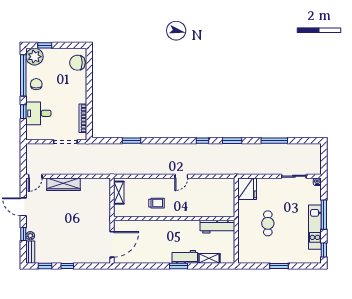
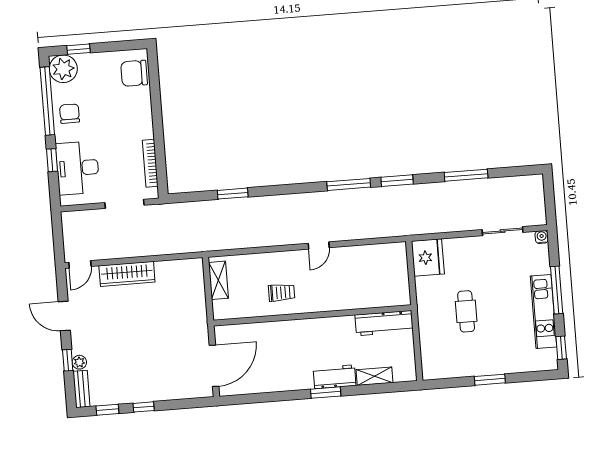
desk: (38, 113) -> (78, 168), width x1.37
window: (202, 141) -> (349, 184), width x2.17

